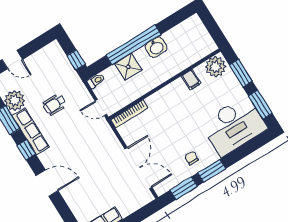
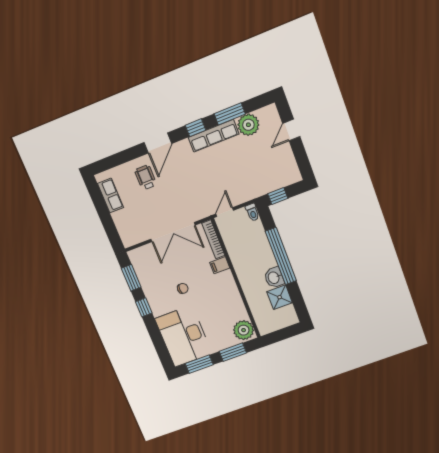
shower: (128, 67) -> (280, 297), moved
filing cabinet: (191, 80) -> (220, 265), moved
wheelchair: (55, 104) -> (146, 177), moved
chair: (192, 158) -> (183, 288), moved
double door: (138, 168) -> (173, 232), moved
window: (212, 171) -> (144, 307), width x0.67

